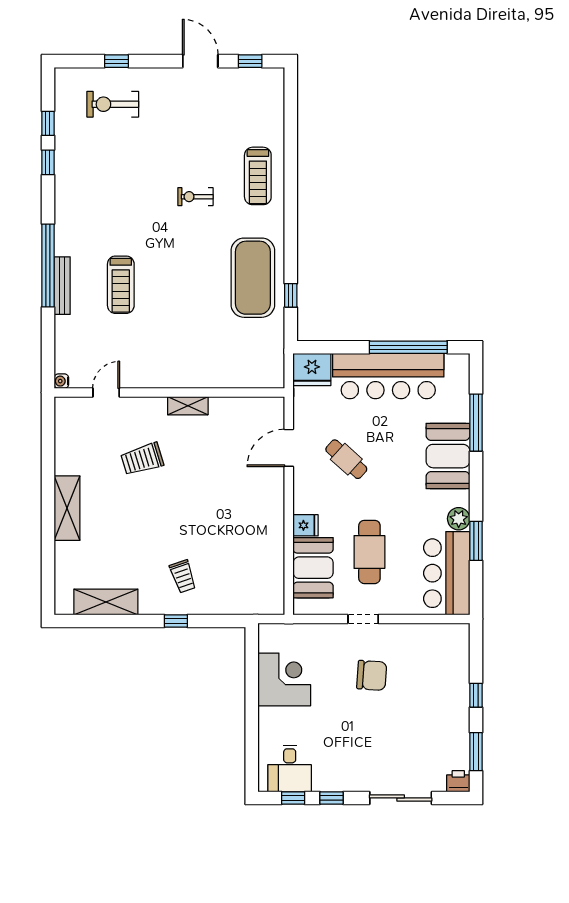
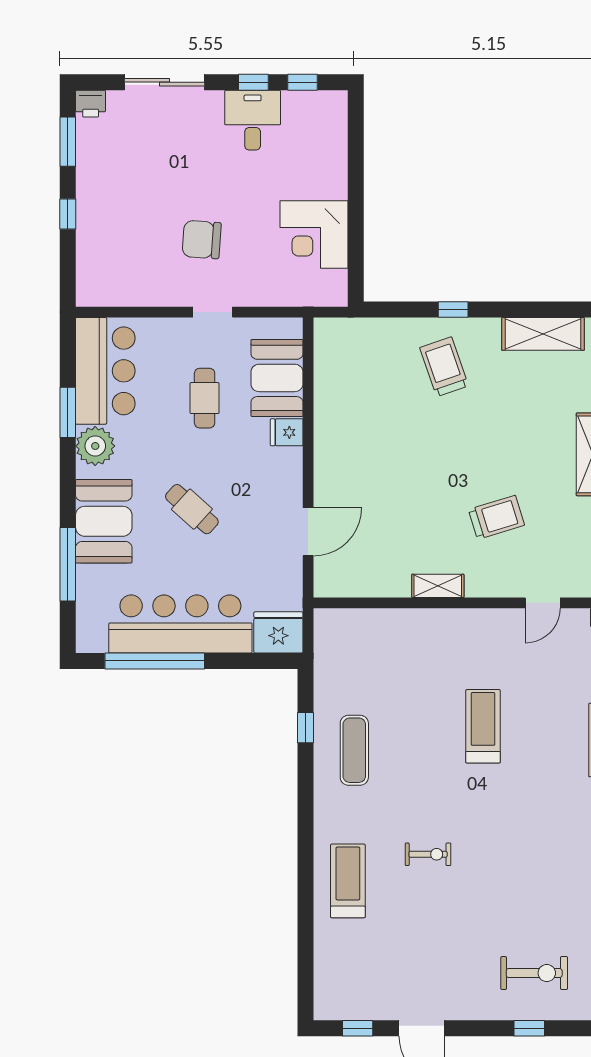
exercise mat: (253, 278) -> (354, 750), width x0.50, depth x0.69
treadmill: (121, 285) -> (483, 726), moved
cafe table: (346, 459) -> (192, 509), moved
plant: (459, 519) -> (95, 446), width x1.36, depth x1.36
cafe table: (369, 552) -> (205, 398), width x0.73, depth x0.74
trolley: (183, 576) -> (444, 367), width x1.36, depth x1.39
desk: (290, 768) -> (253, 120), moved

